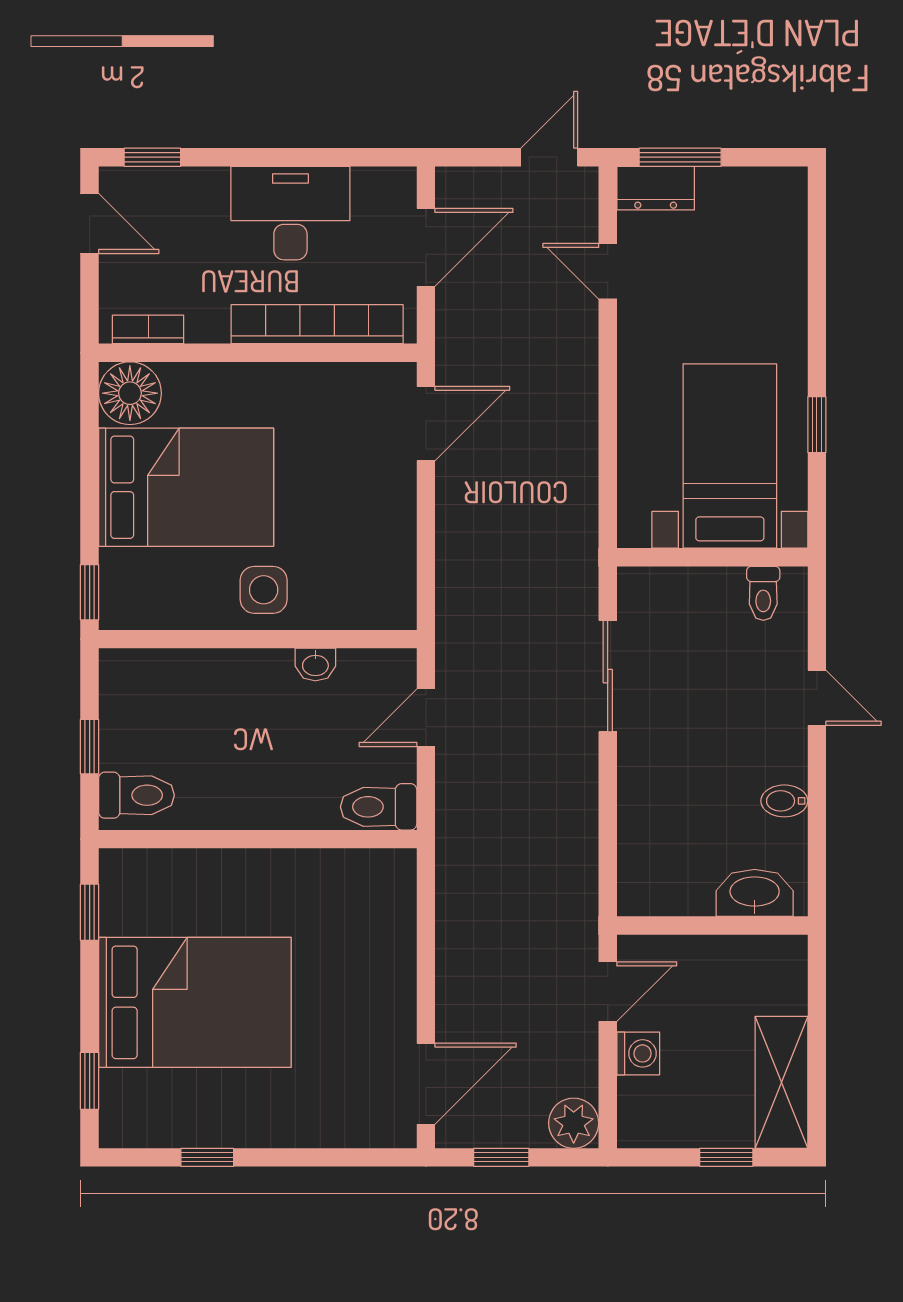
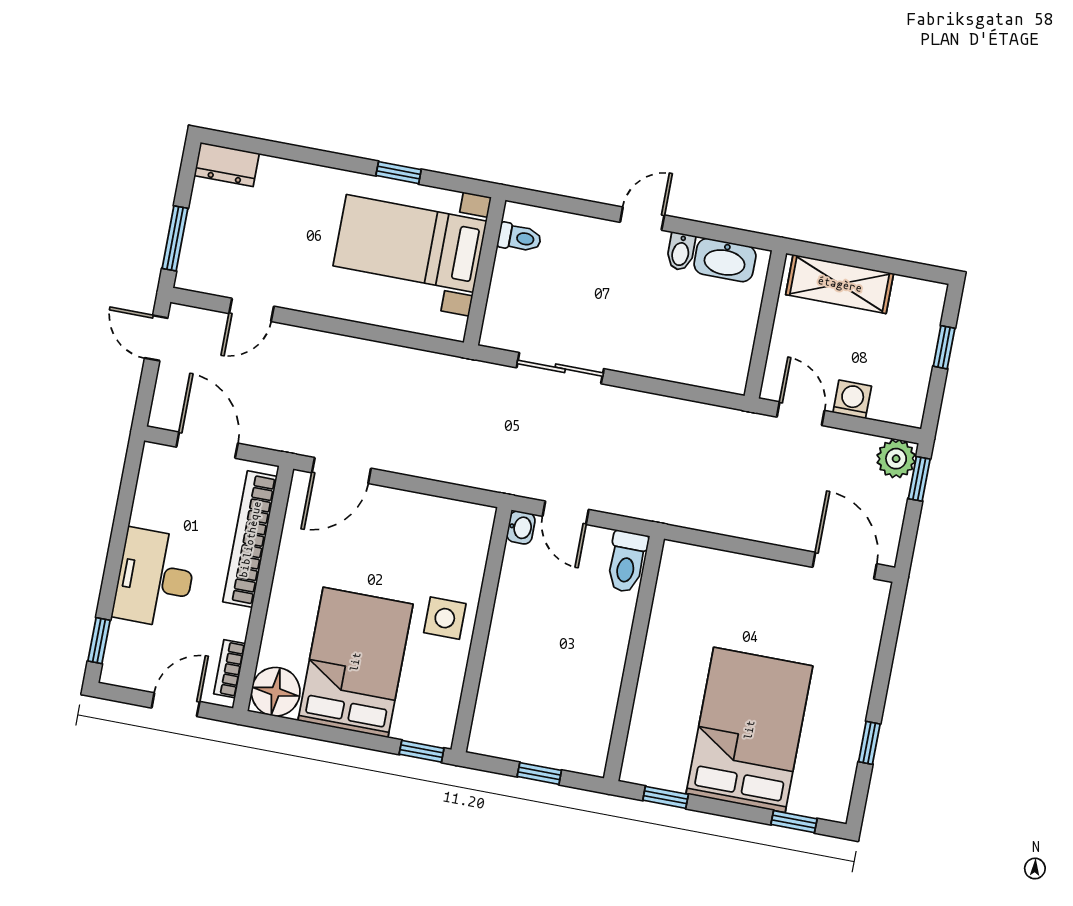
dresser: (656, 188) -> (227, 165), moved, turned 90
desk: (290, 213) -> (155, 578), moved
door: (90, 223) -> (176, 705), moved
door: (426, 424) -> (341, 470), swing flipped
washbasin: (315, 665) -> (521, 527), moved
door: (817, 698) -> (642, 219), moved
toilet: (136, 795) -> (583, 745), removed
washbasin: (755, 893) -> (725, 260), moved, turned -90
shelving: (781, 1082) -> (840, 284), moved
window: (501, 1157) -> (919, 479), moved

